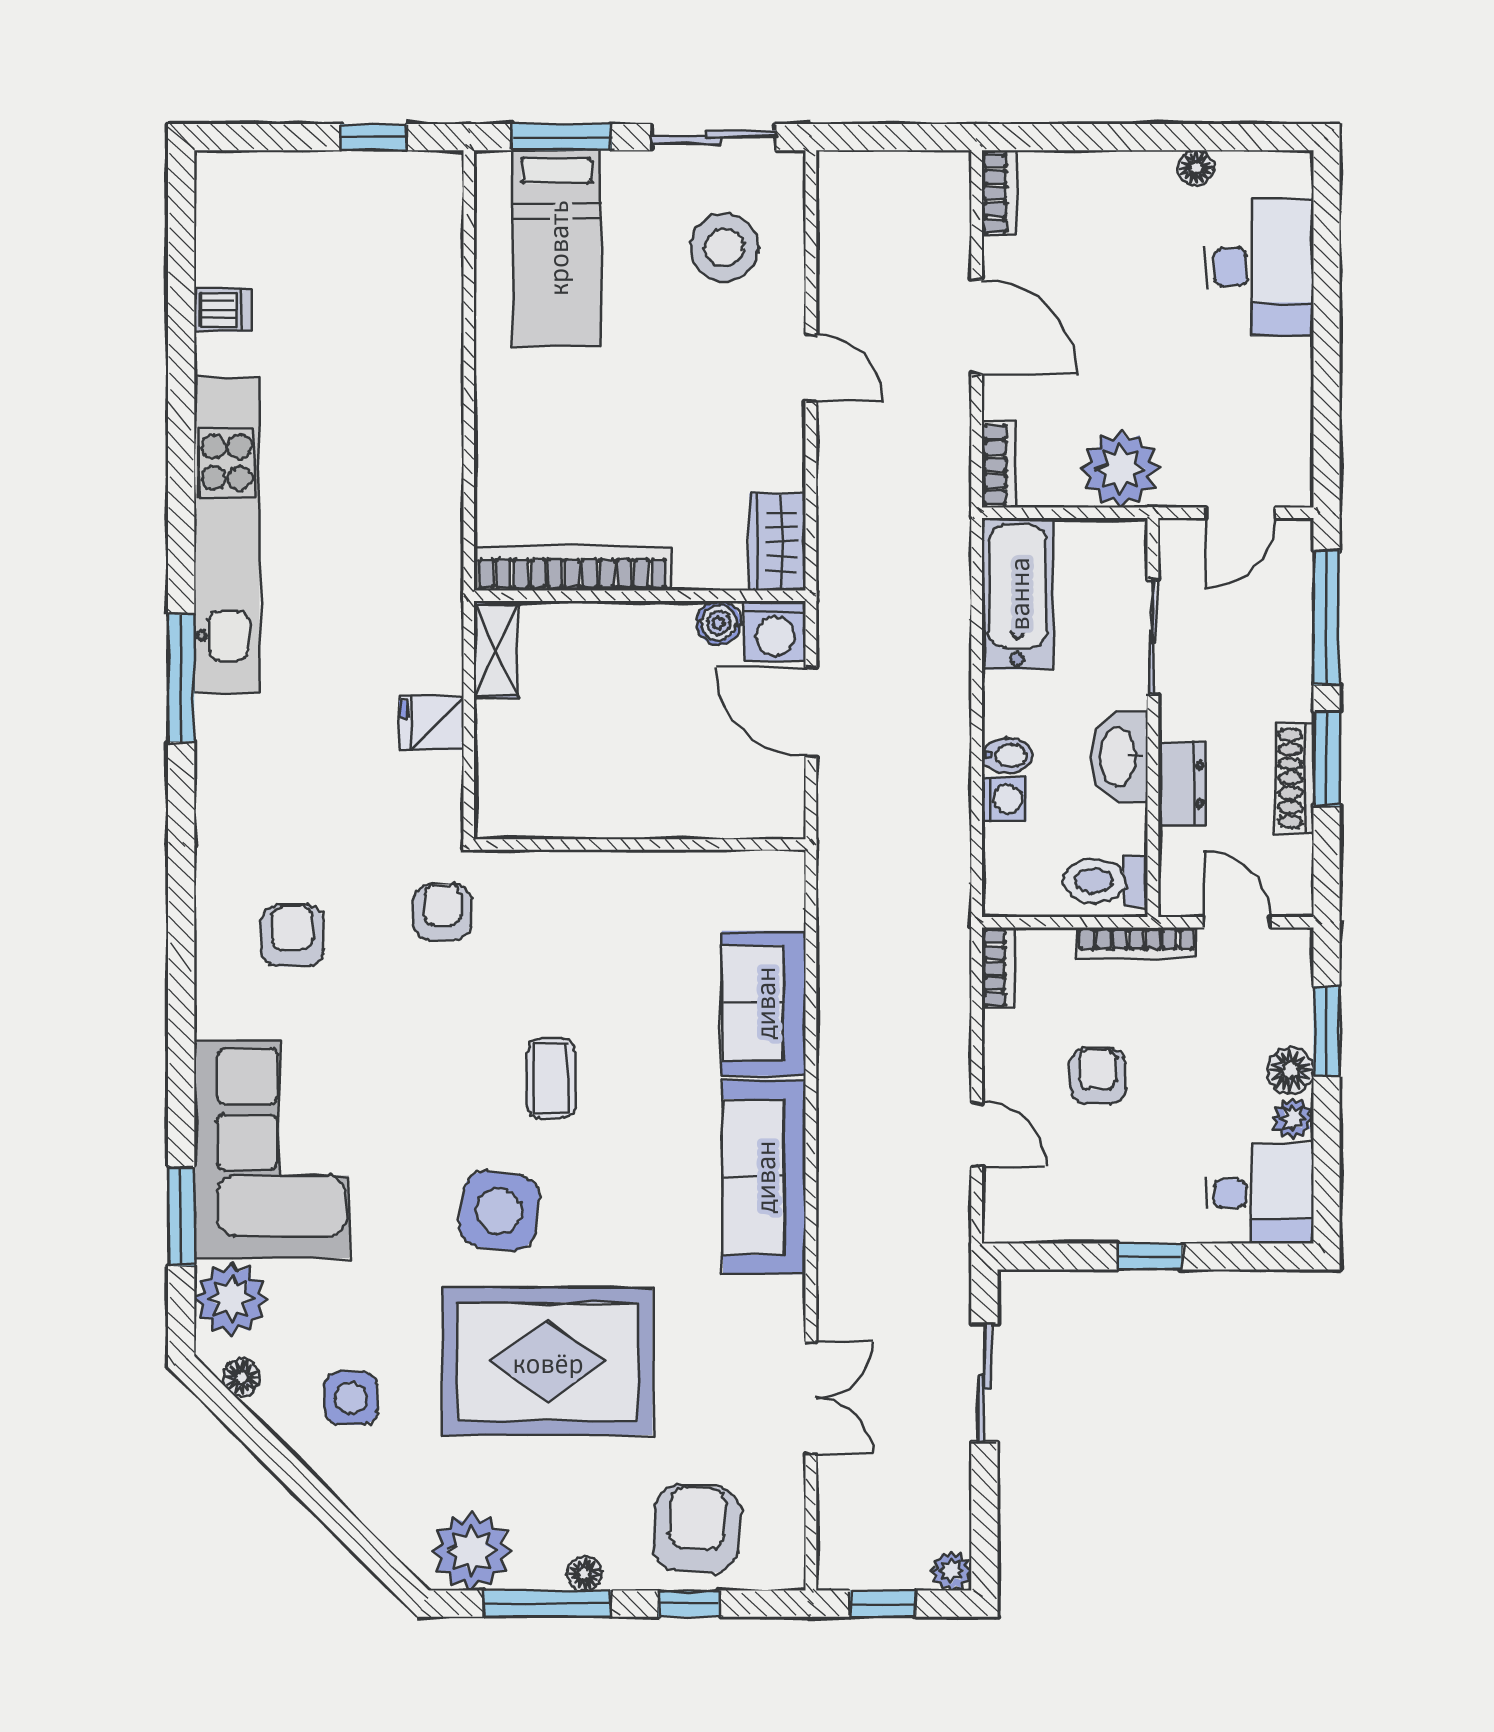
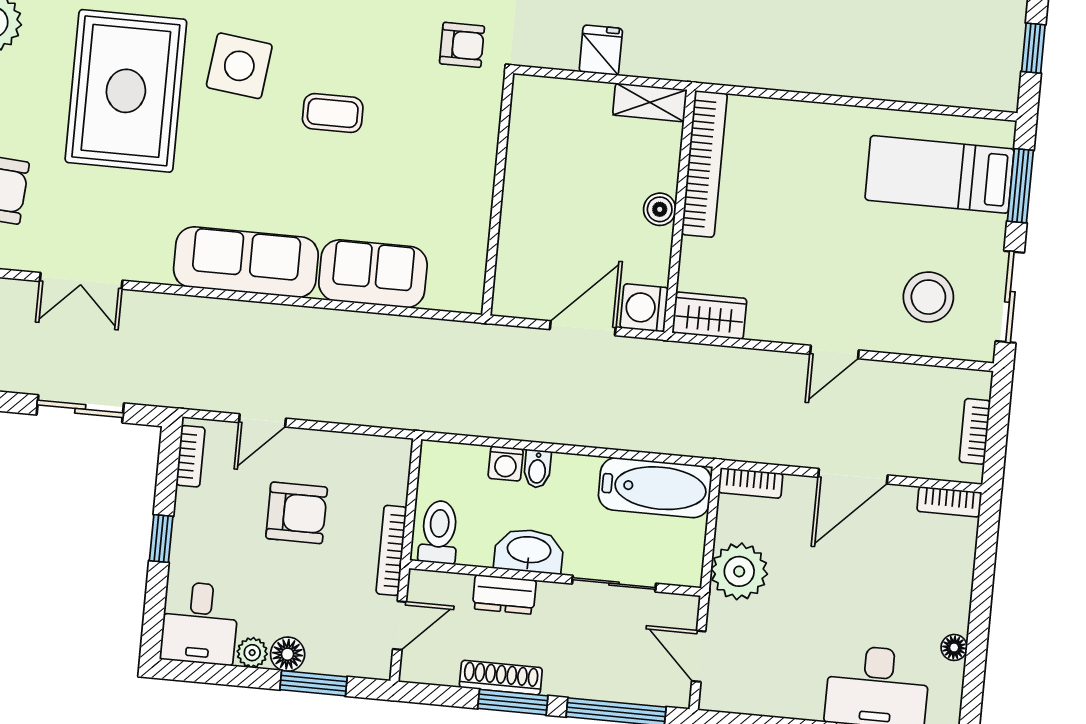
bookcase: (900, 167) -> (975, 431), added
boiler: (719, 623) -> (660, 209), moved
bookcase: (998, 968) -> (191, 456), moved, turned -90
armchair: (1098, 1076) -> (297, 513), width x1.38, depth x1.38

